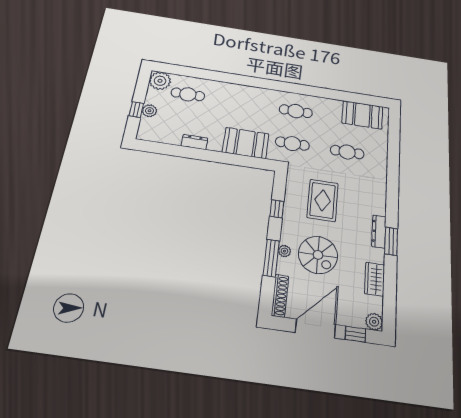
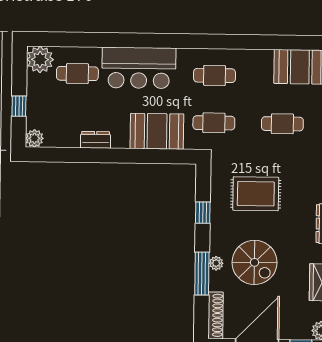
bar counter: (237, 97) -> (139, 68), added
plant: (149, 111) -> (34, 138), moved
rug: (323, 200) -> (256, 194), turned 90

